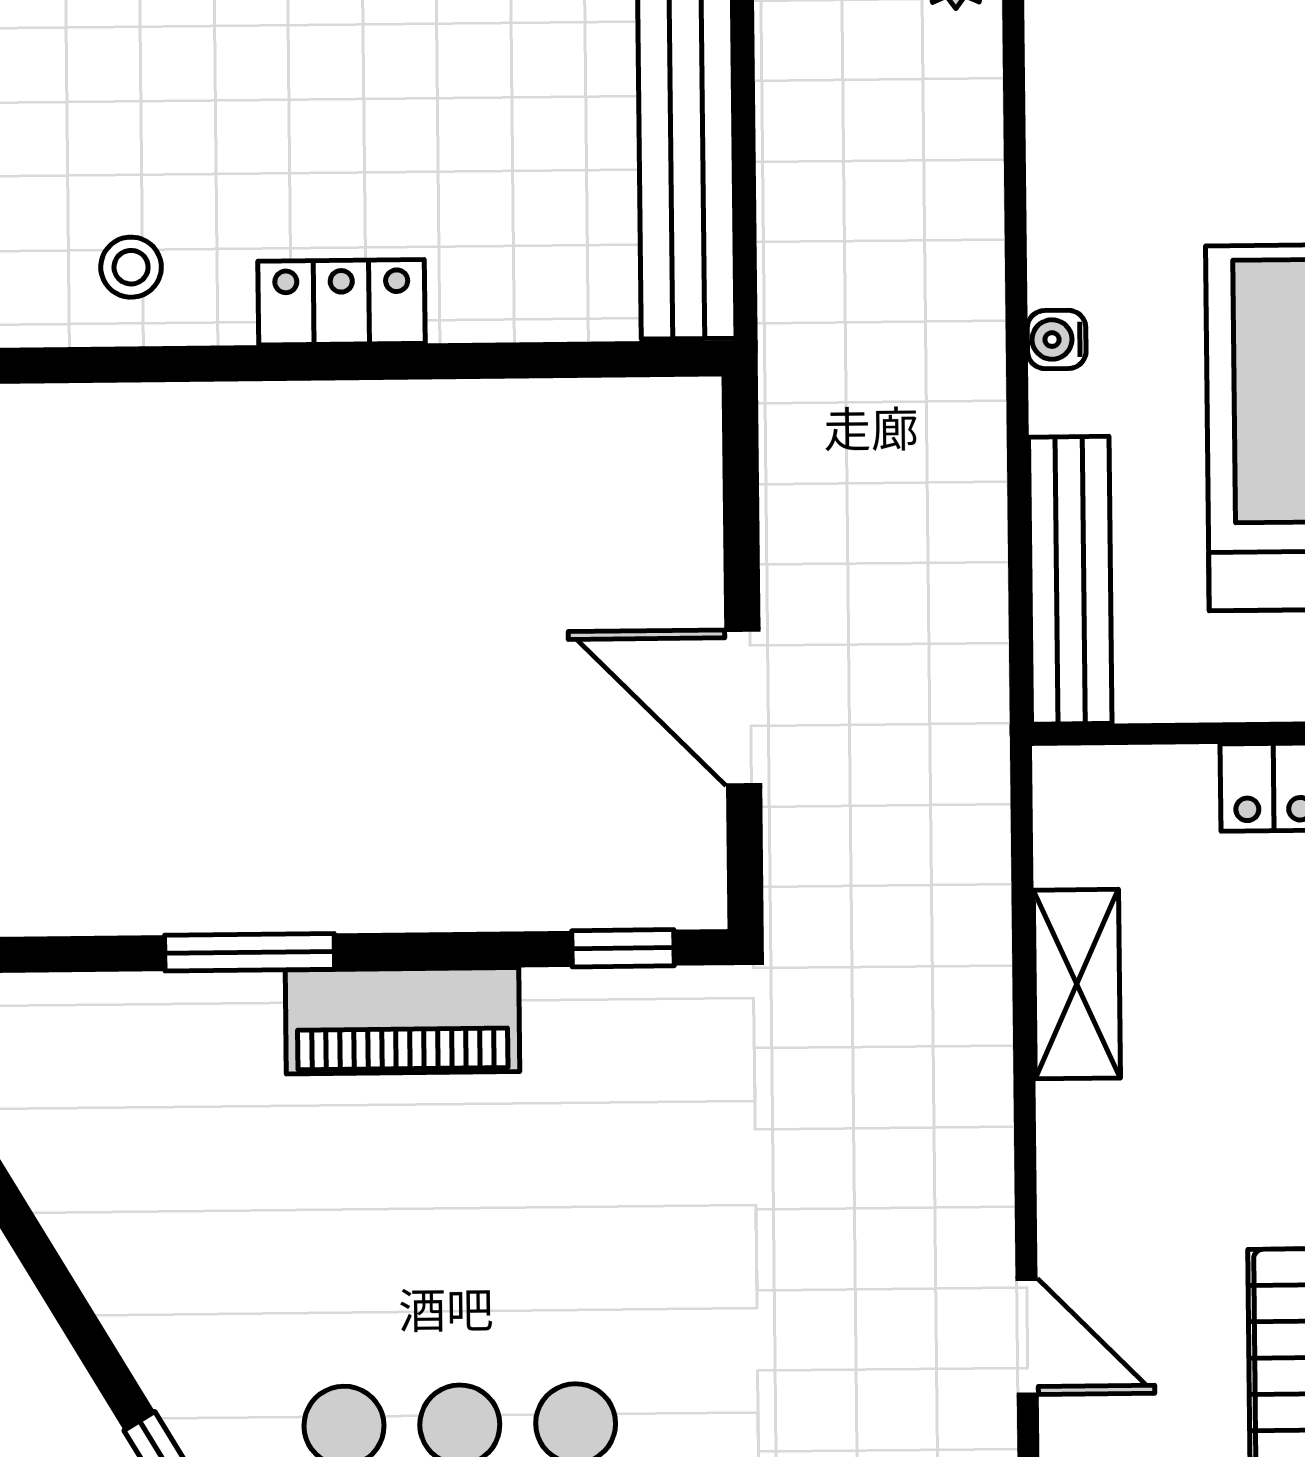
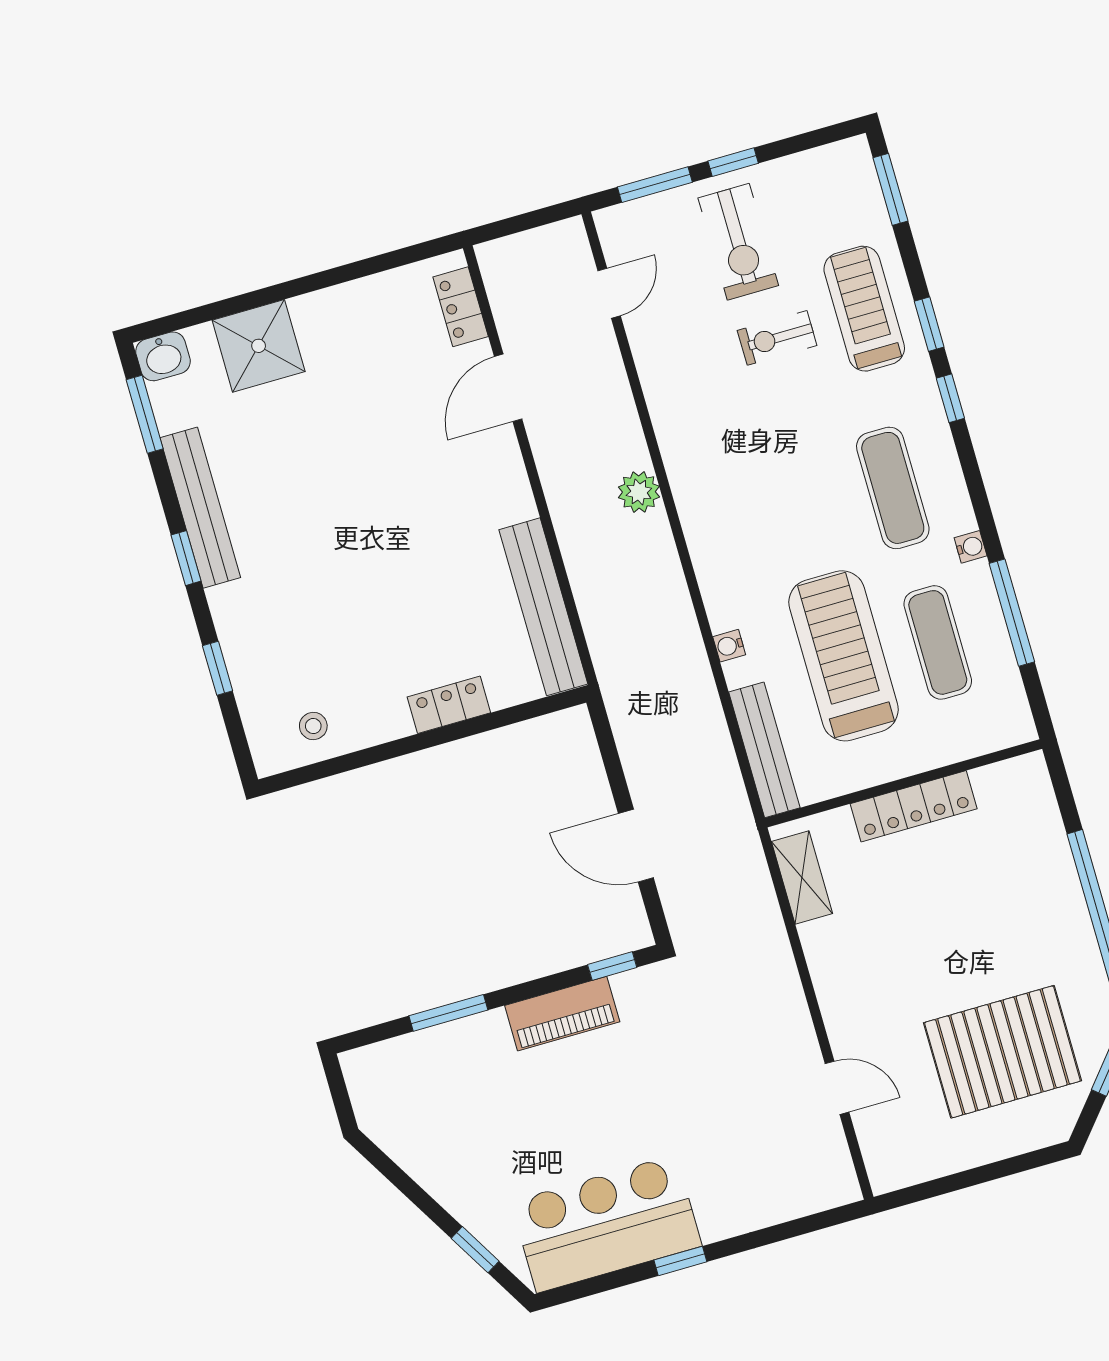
locker: (341, 302) -> (449, 705), moved
shelving: (1077, 984) -> (802, 878), moved
piano: (402, 1021) -> (562, 1014), moved

